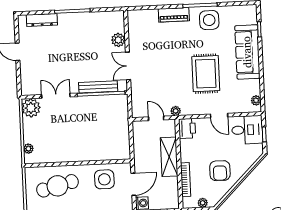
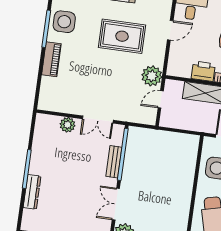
dresser: (42, 20) -> (32, 192), moved
bench: (98, 87) -> (114, 162), width x0.73
plant: (176, 111) -> (152, 76), width x1.88, depth x1.88
printer: (187, 128) -> (203, 71), moved

